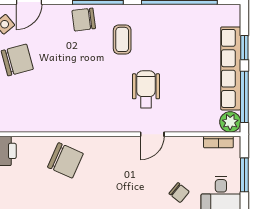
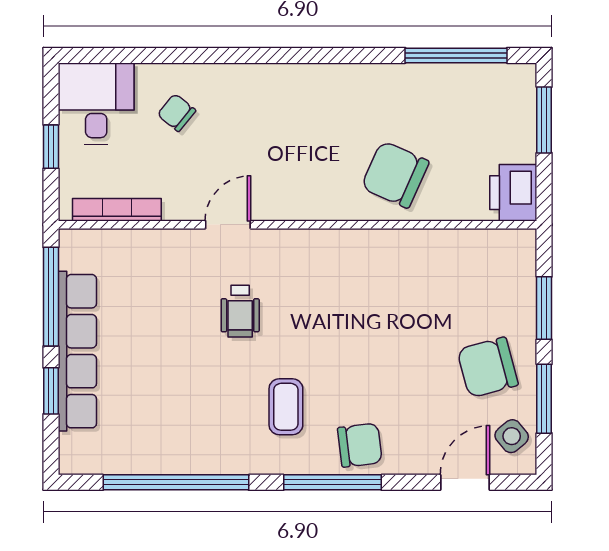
wheelchair: (146, 89) -> (240, 311), width x0.73, depth x0.73
plant: (230, 122) -> (78, 248), removed
bookcase: (218, 142) -> (117, 210), width x1.56
window: (244, 175) -> (51, 147), width x0.67

